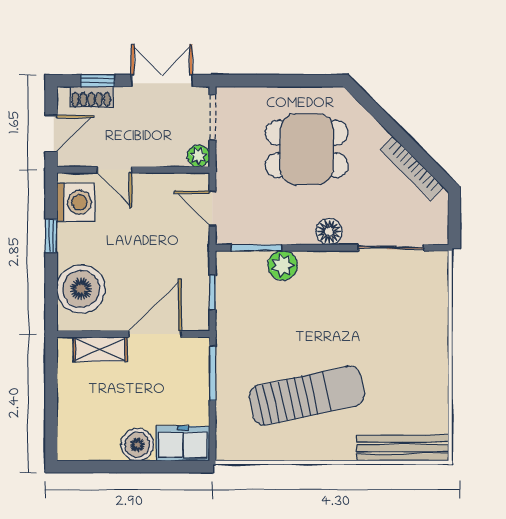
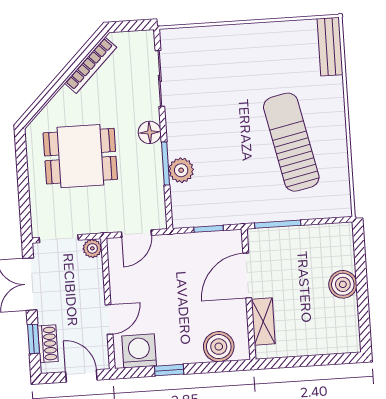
dining table: (307, 149) -> (80, 156), turned 90
window: (256, 248) -> (166, 163), moved
boiler: (81, 289) -> (219, 347), width x0.73, depth x0.73
door: (155, 334) -> (247, 276), hinge flipped
freezer: (183, 443) -> (339, 246), removed
bench: (403, 448) -> (330, 47), width x0.73

